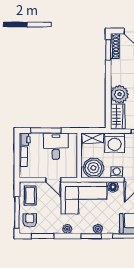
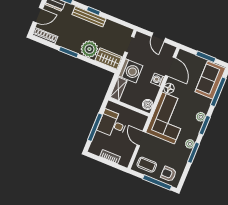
window: (108, 50) -> (69, 52), moved
printer: (25, 140) -> (95, 149), removed
boiler: (93, 168) -> (148, 104), width x0.54, depth x0.54
door: (53, 180) -> (141, 138), swing flipped
window: (43, 236) -> (194, 153), moved

